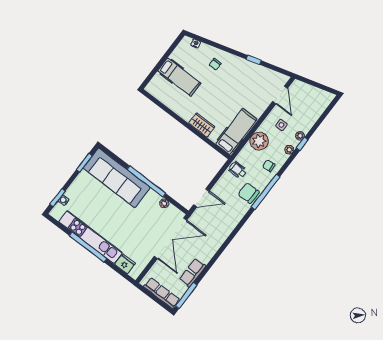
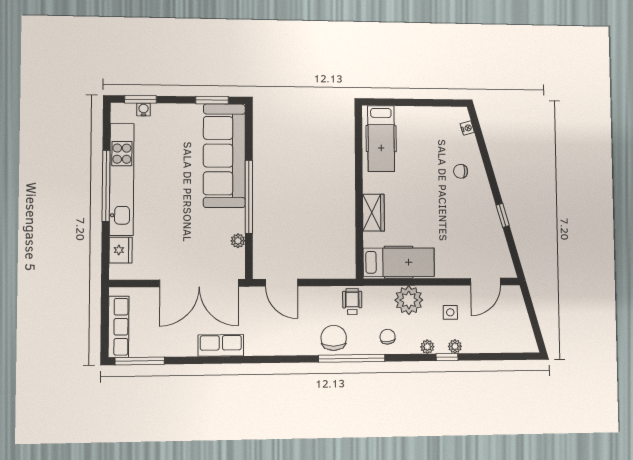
hospital bed: (179, 77) -> (381, 139), moved
row of seats: (193, 273) -> (221, 345), moved

